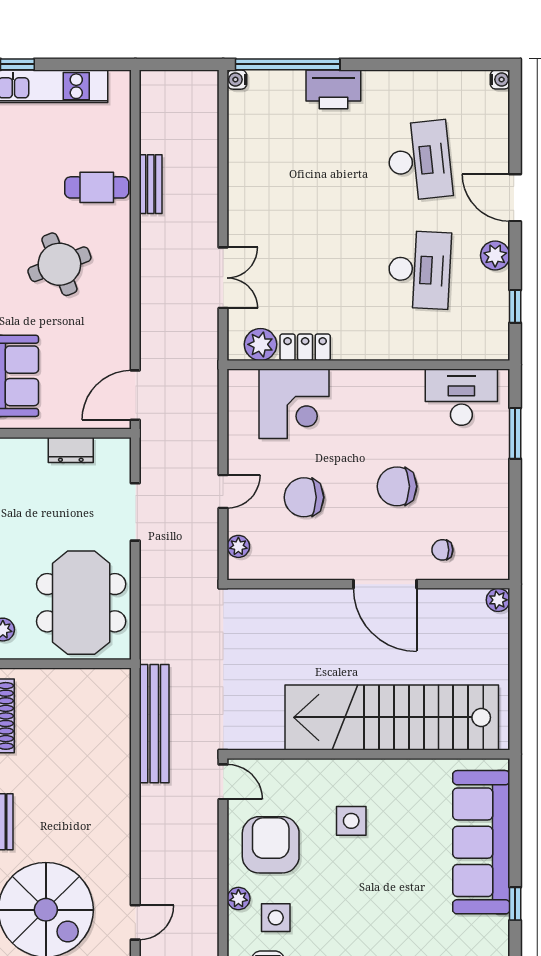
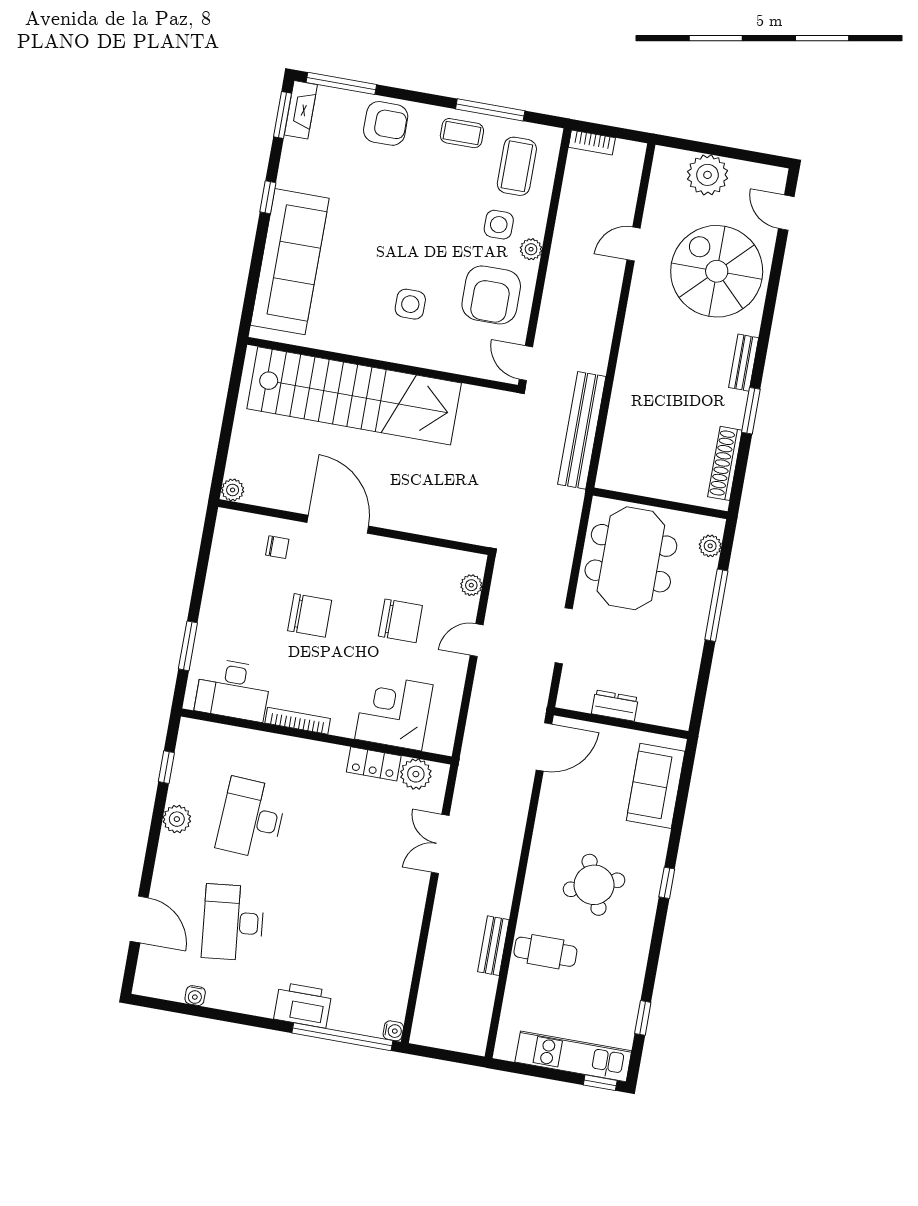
water cooler: (500, 80) -> (195, 996), moved, turned -90
door: (515, 198) -> (139, 919), moved
bookcase: (390, 377) -> (298, 721), added

